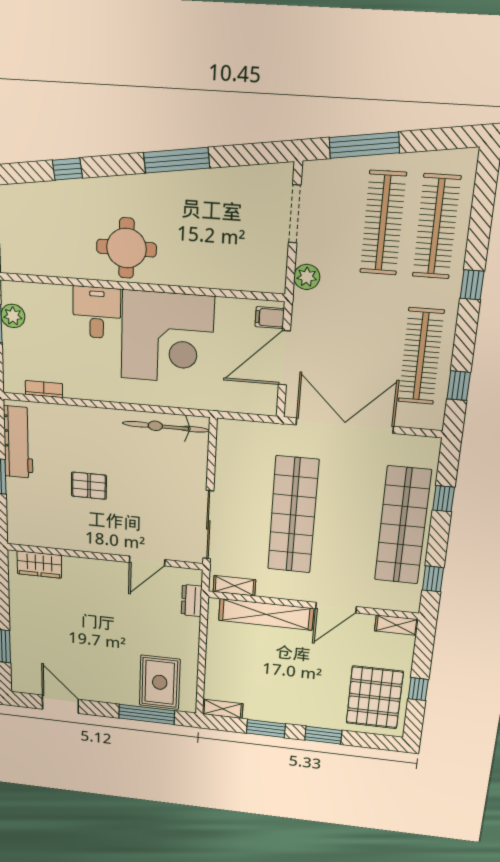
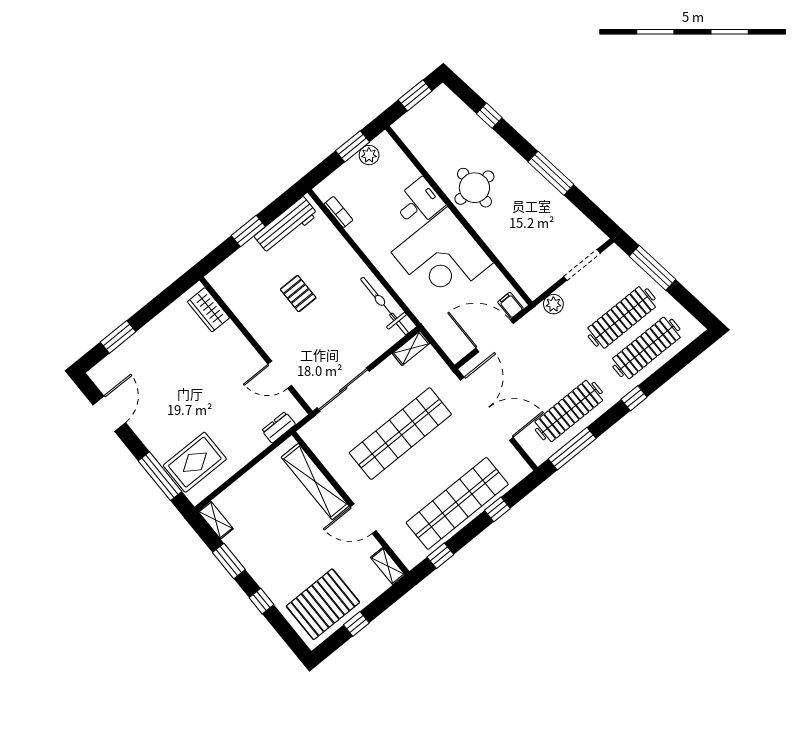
window: (459, 386) -> (572, 449), width x2.17
shelving: (234, 586) -> (411, 348), moved, turned 90
window: (323, 735) -> (261, 601), width x0.67

